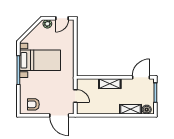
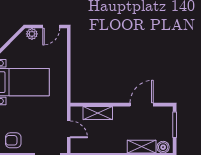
door: (141, 77) -> (142, 105), moved
shelving: (110, 84) -> (98, 113), moved

